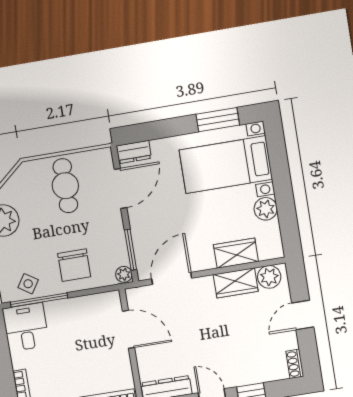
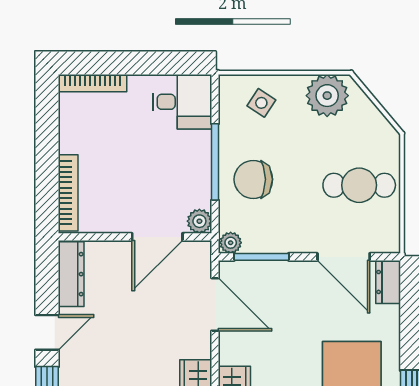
side table: (28, 284) -> (261, 103), moved
window: (39, 300) -> (215, 162), moved
plant: (112, 300) -> (199, 221), added

